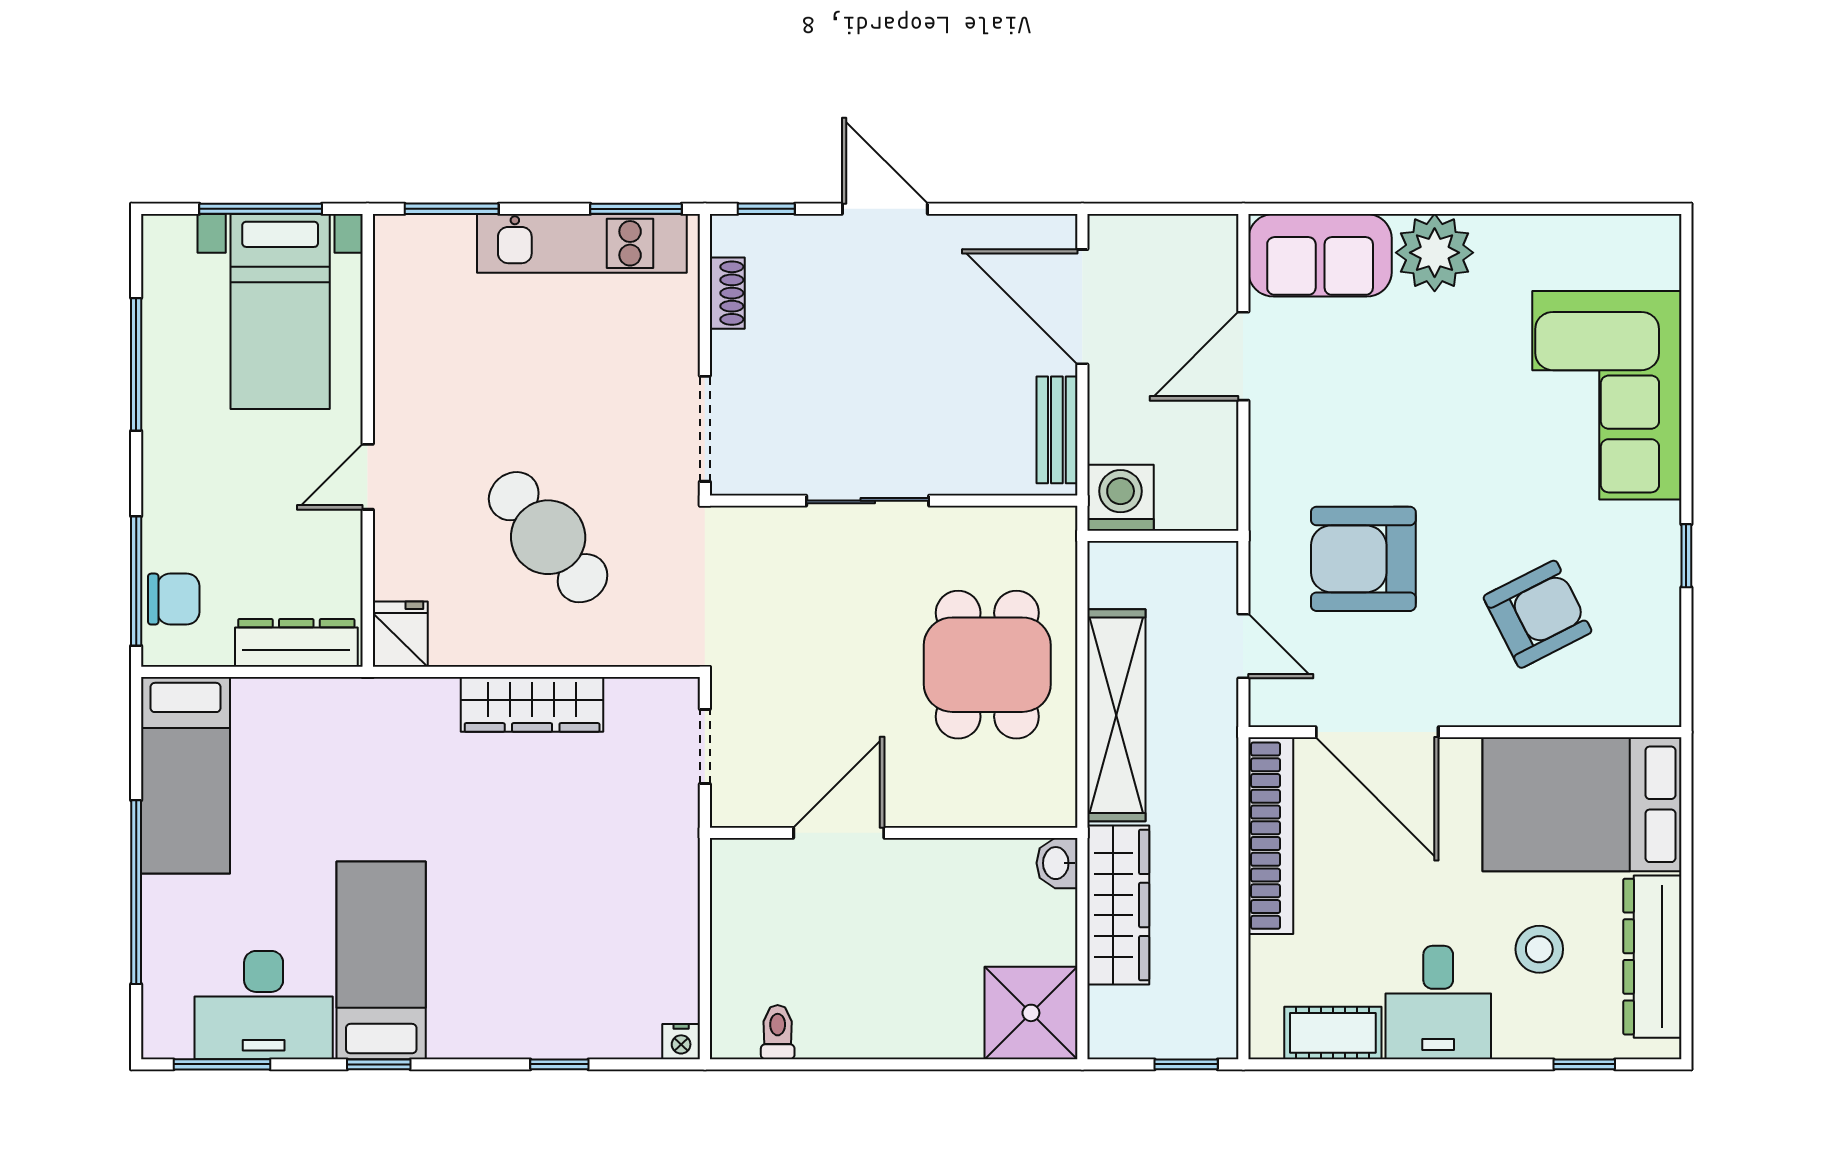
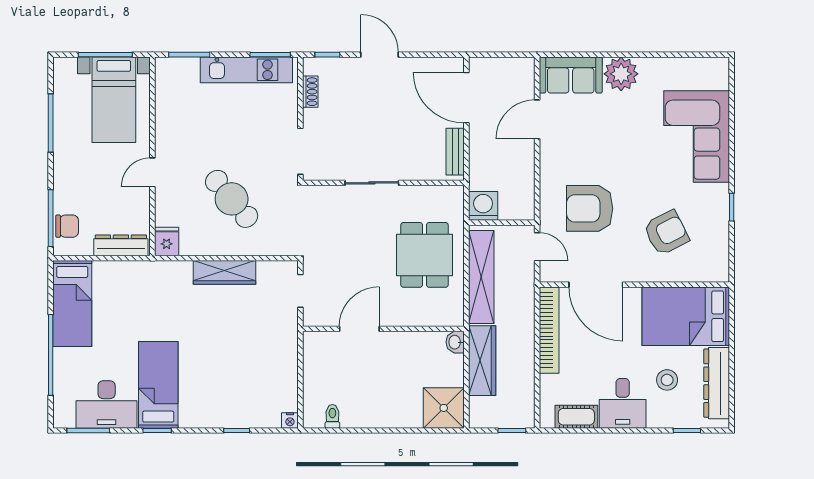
washing machine: (1121, 498) -> (483, 206), moved
wall: (1163, 536) -> (502, 223), moved

